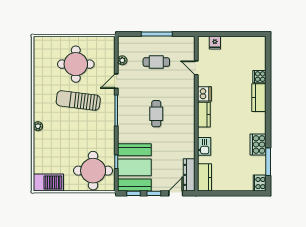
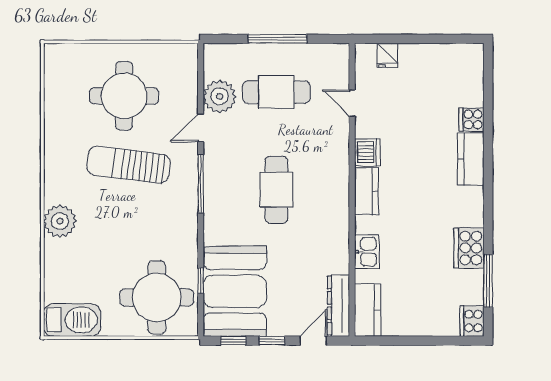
plant: (122, 60) -> (220, 96), width x1.88, depth x1.88
cafe table: (156, 62) -> (276, 92), width x1.37, depth x1.35
cafe table: (156, 114) -> (276, 190), width x1.37, depth x1.35
plant: (38, 126) -> (60, 221), width x1.87, depth x1.87

